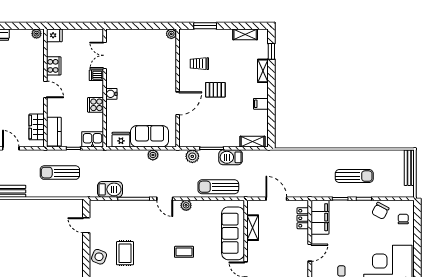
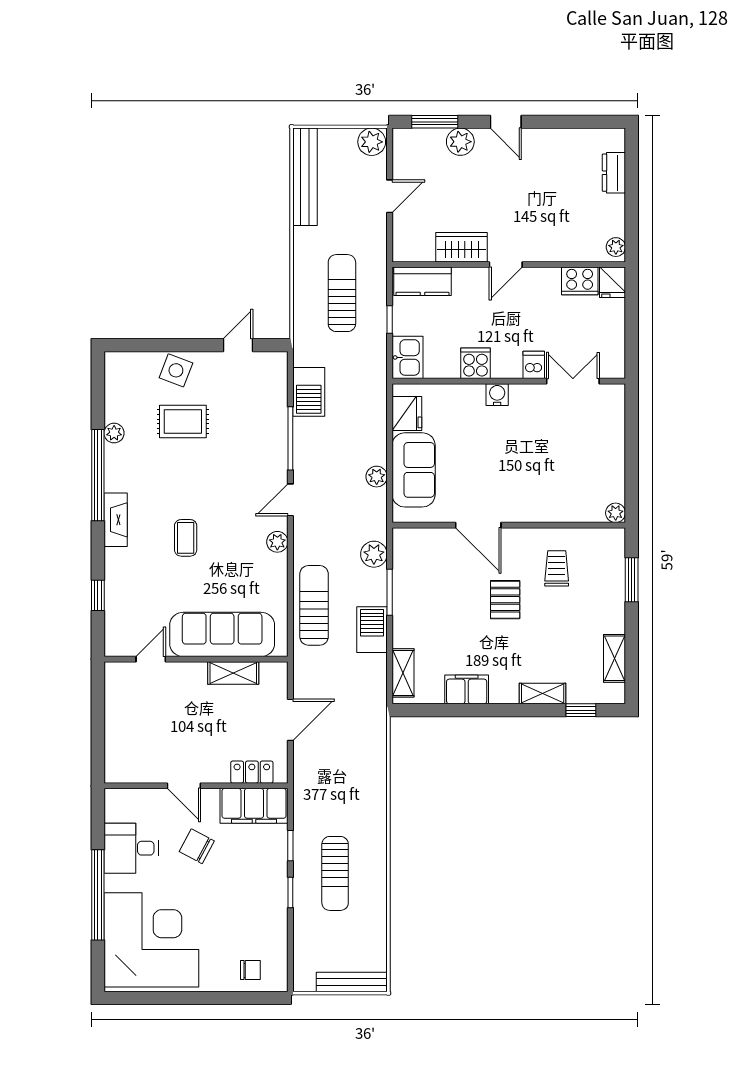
cooker: (54, 66) -> (580, 281), moved
filing cabinet: (261, 104) -> (467, 689), width x2.00
wardrobe: (37, 127) -> (462, 247), moved
chair: (380, 211) -> (197, 846), moved

